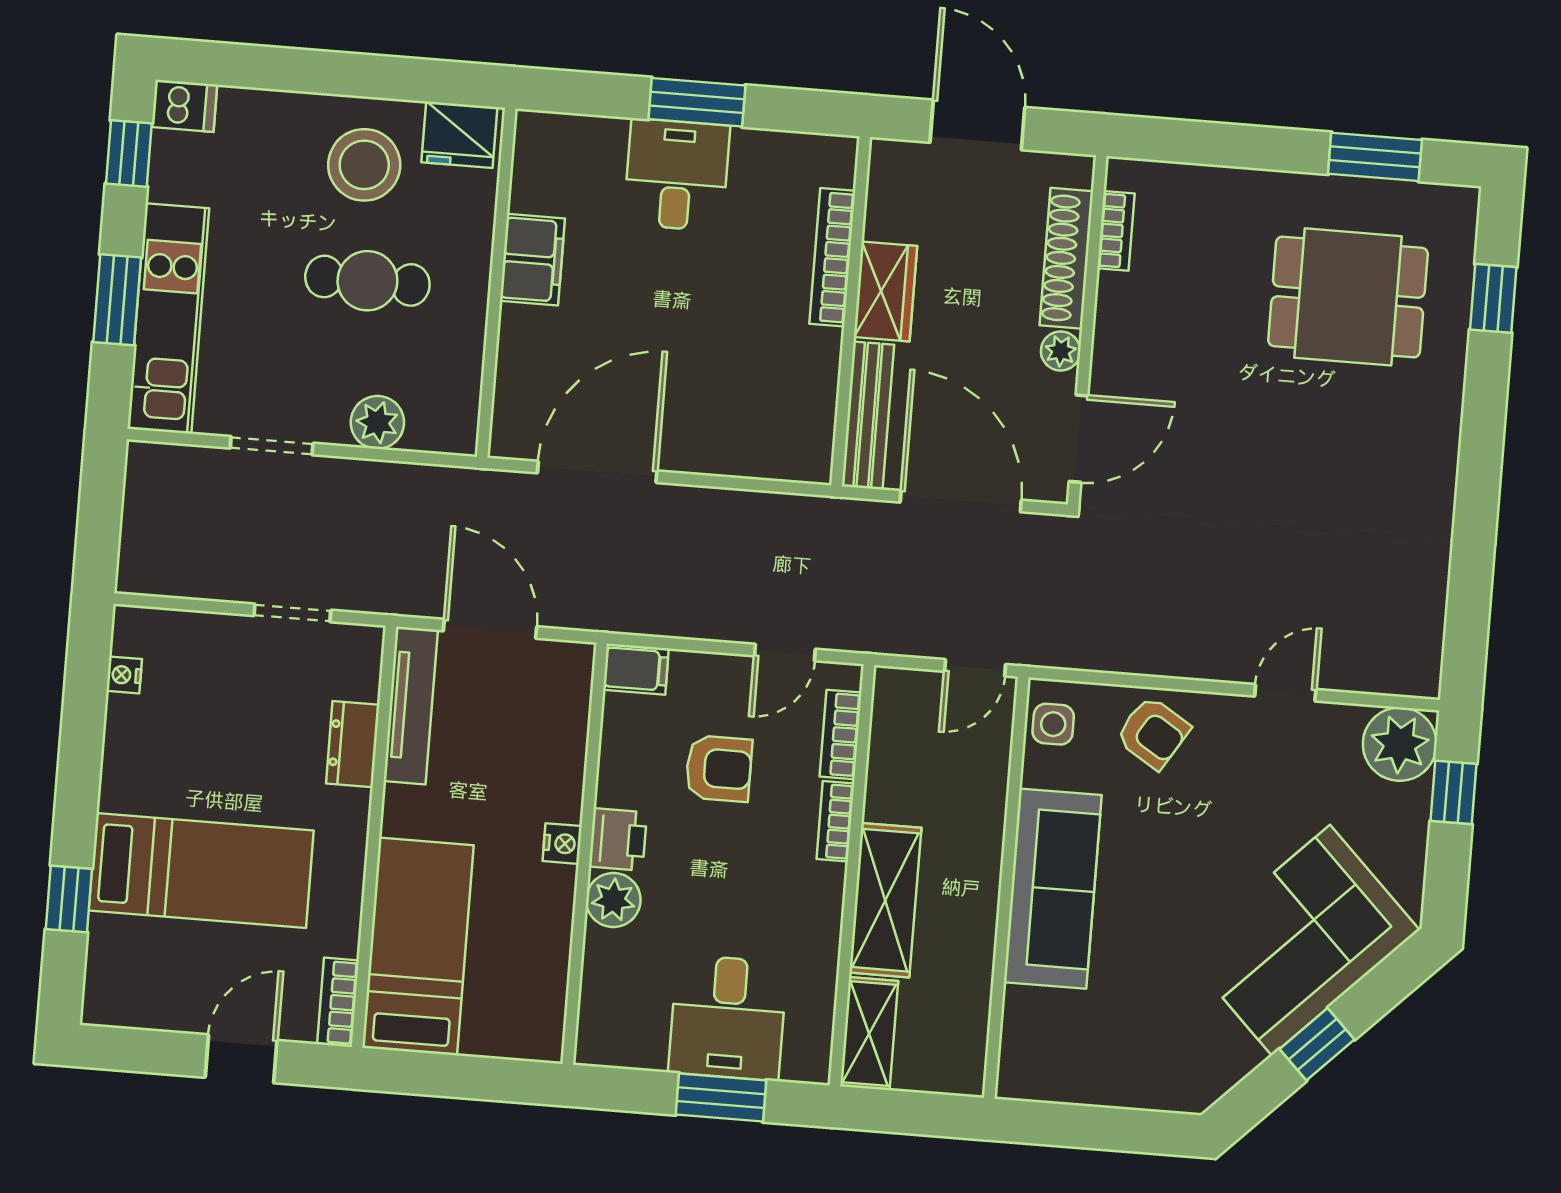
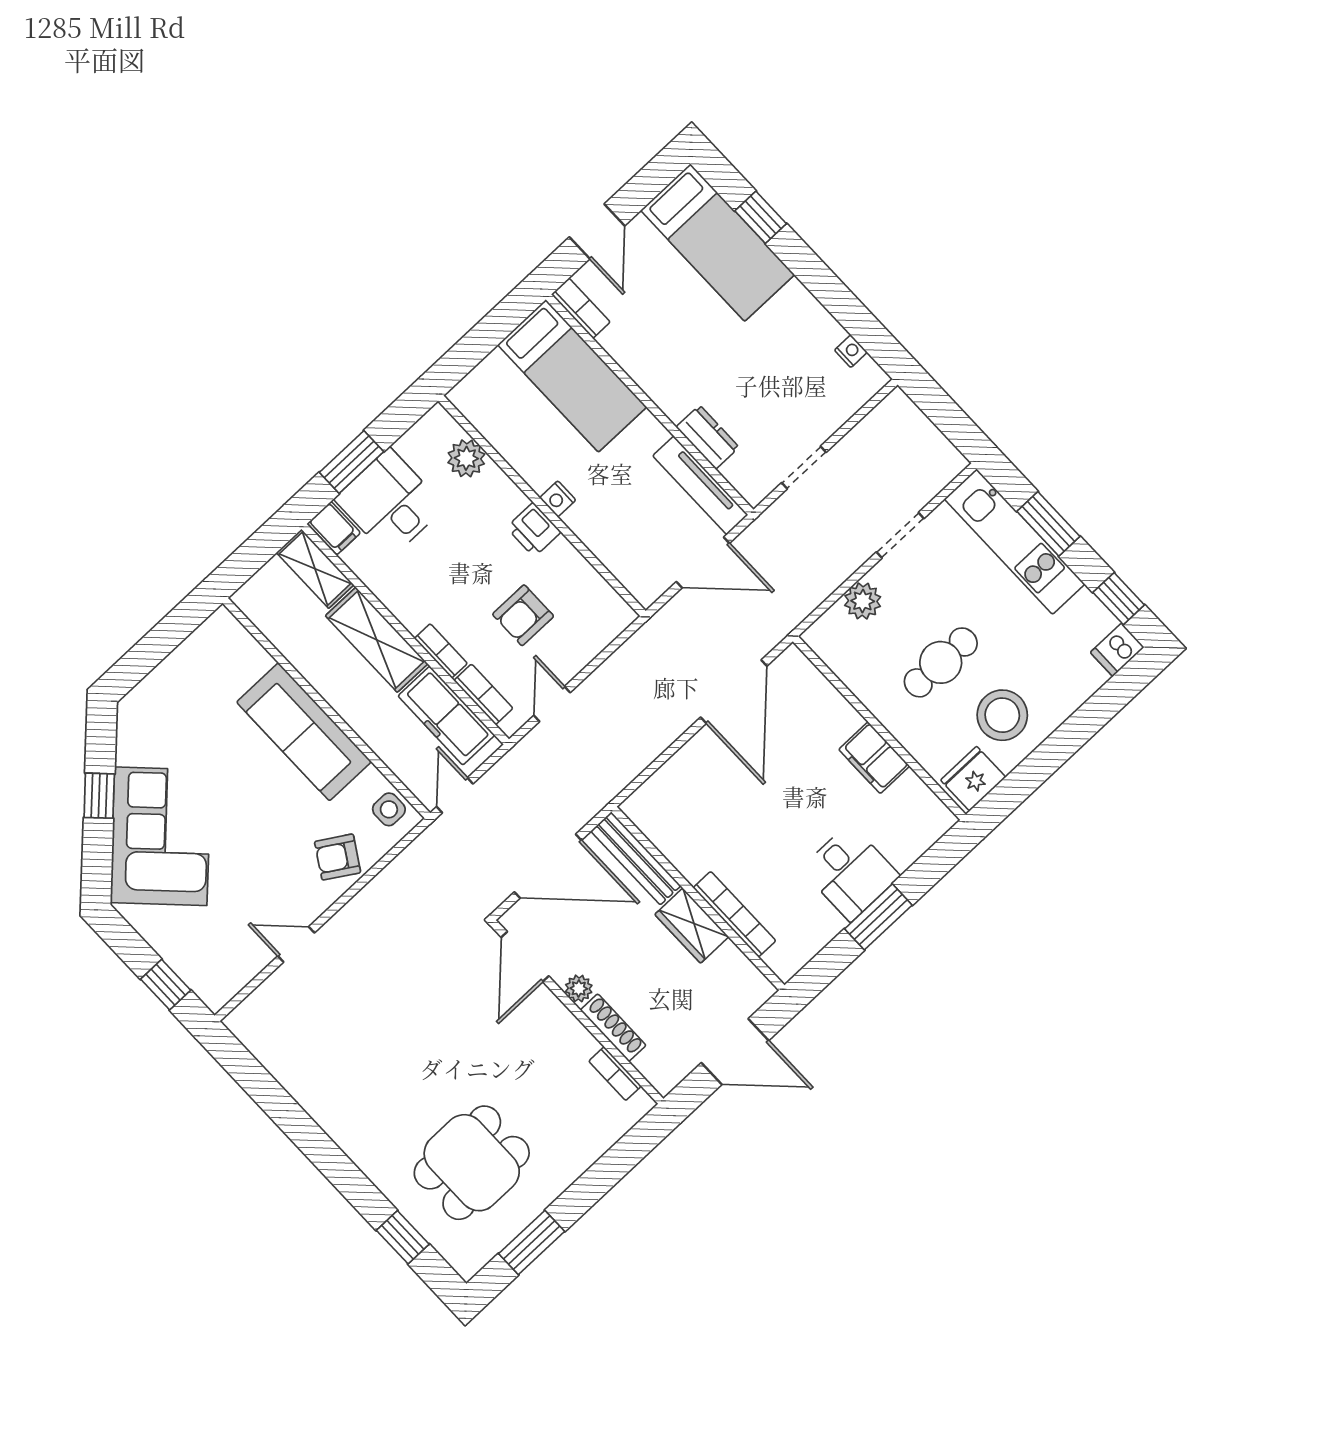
shoe rack: (1066, 258) -> (613, 1028), width x0.74, depth x0.81
filing cabinet: (636, 669) -> (334, 528), moved, turned -90
door: (1285, 693) -> (296, 944), swing flipped
plant: (1400, 744) -> (216, 979), removed
freezer: (899, 753) -> (446, 716), added
bed: (201, 871) -> (718, 243), moved, turned -90
plant: (613, 900) -> (466, 458), moved

